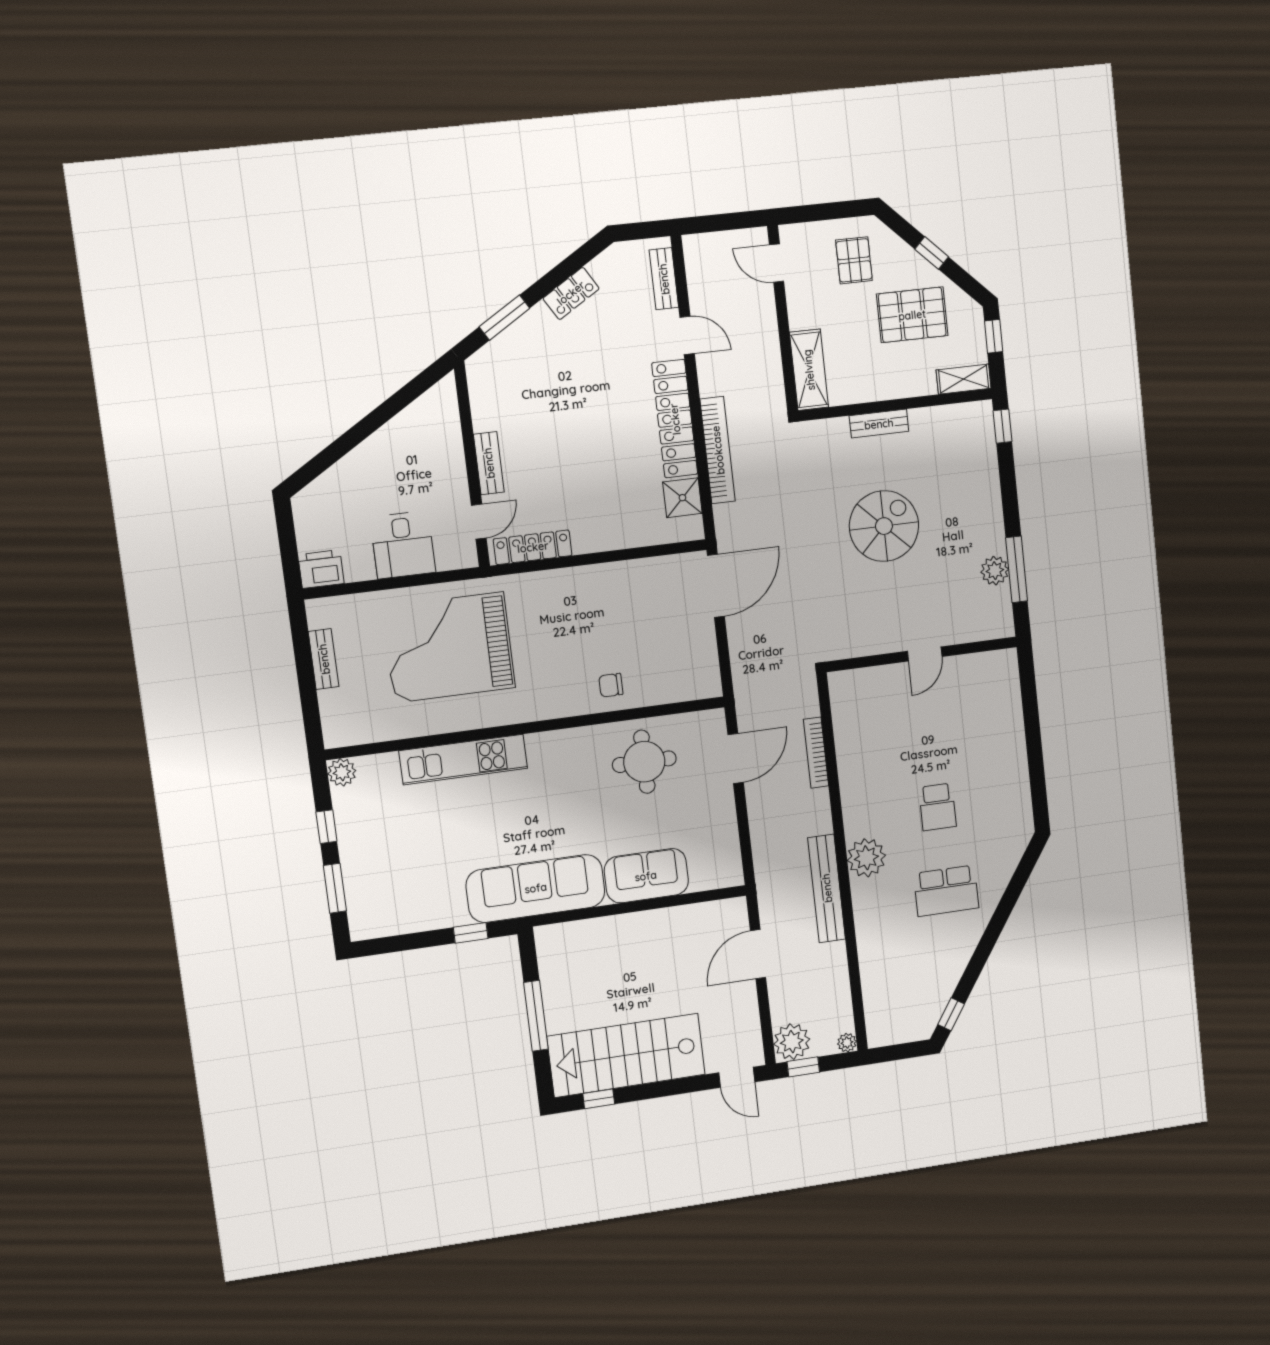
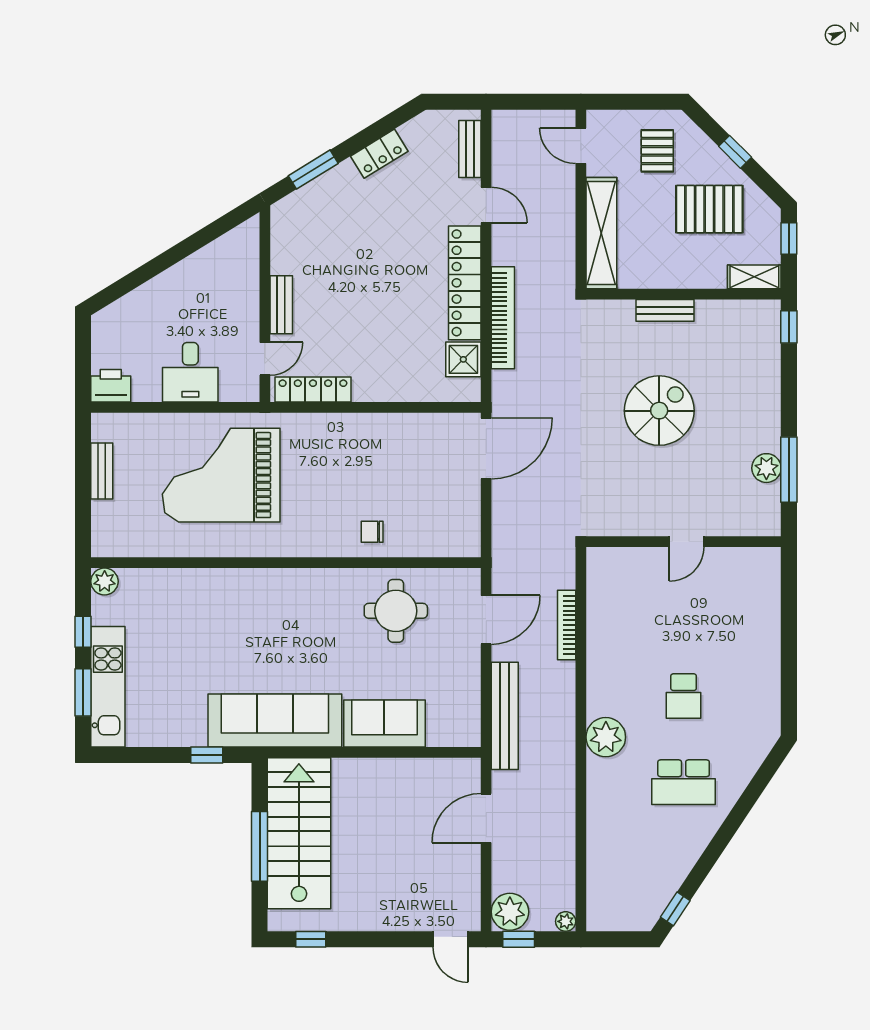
shelving: (809, 370) -> (601, 233), width x1.47
kitchen unit: (463, 760) -> (108, 687), moved, turned -90
bench: (827, 888) -> (505, 716), moved
stairs: (626, 1055) -> (299, 833), moved, turned 90

